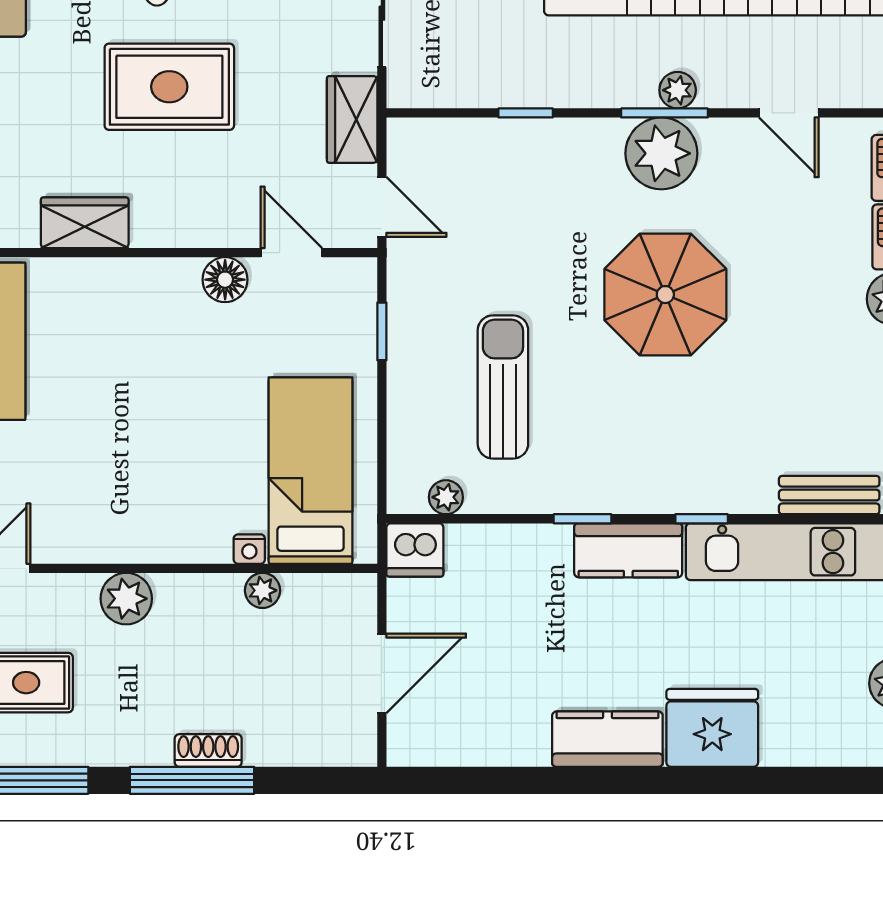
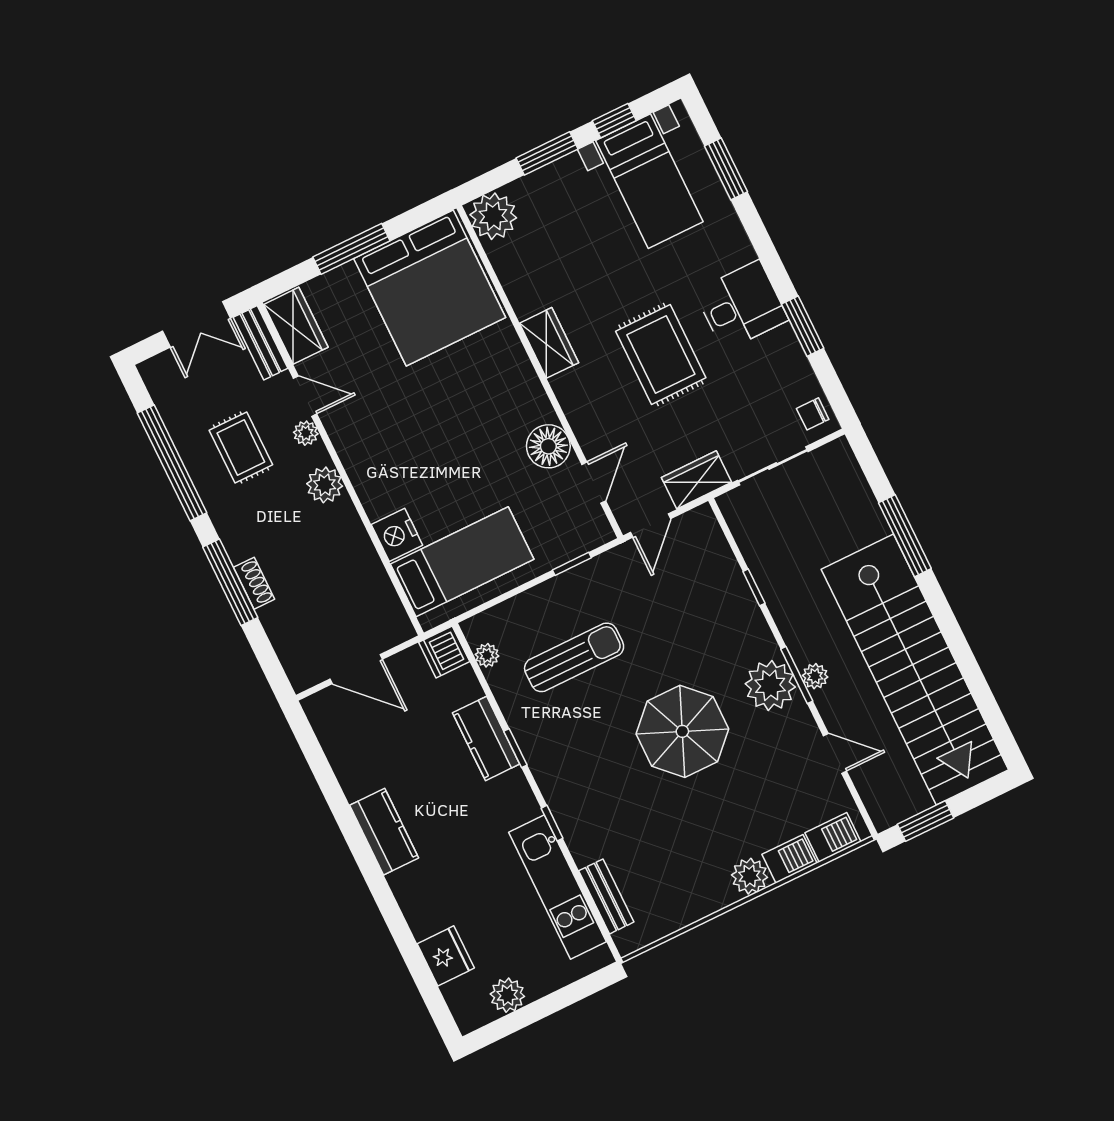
door: (789, 113) -> (835, 753), swing flipped
floor lamp: (225, 280) -> (548, 446), width x1.38, depth x1.38
nightstand: (249, 549) -> (397, 535), width x1.89, depth x1.79
kitchen counter: (628, 550) -> (486, 738), moved
plant: (262, 590) -> (306, 433), moved
fridge: (712, 728) -> (446, 956), moved, width x0.73, depth x0.75

